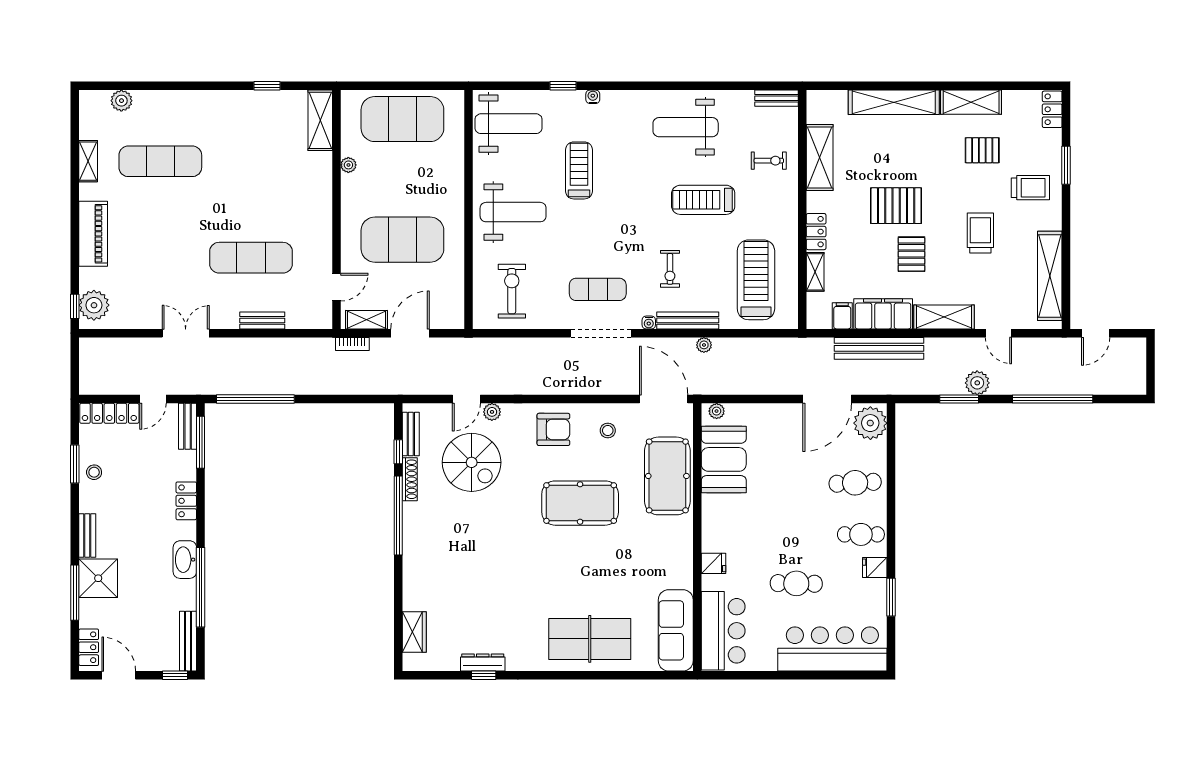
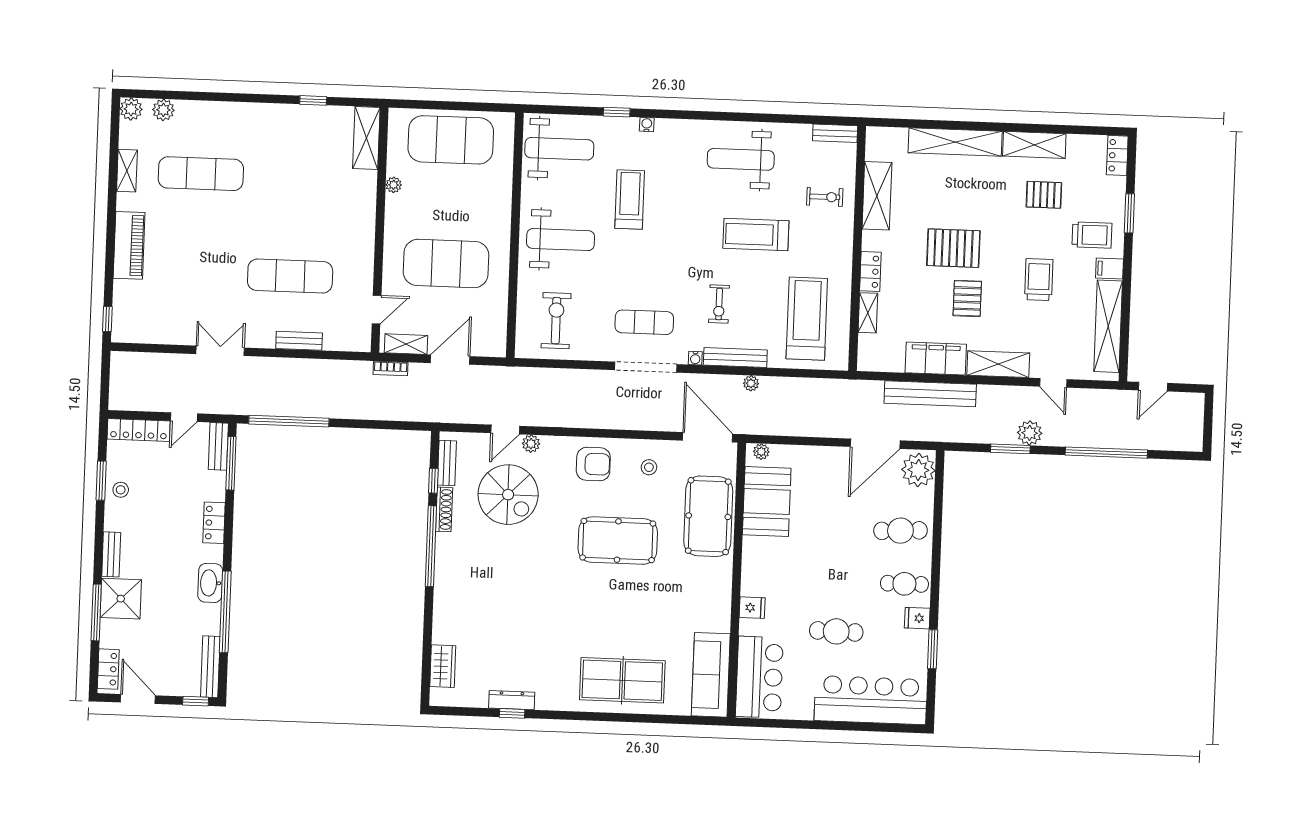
plant: (94, 305) -> (131, 109), moved, width x0.73, depth x0.73
filing cabinet: (842, 316) -> (1109, 269), moved, turned -90

